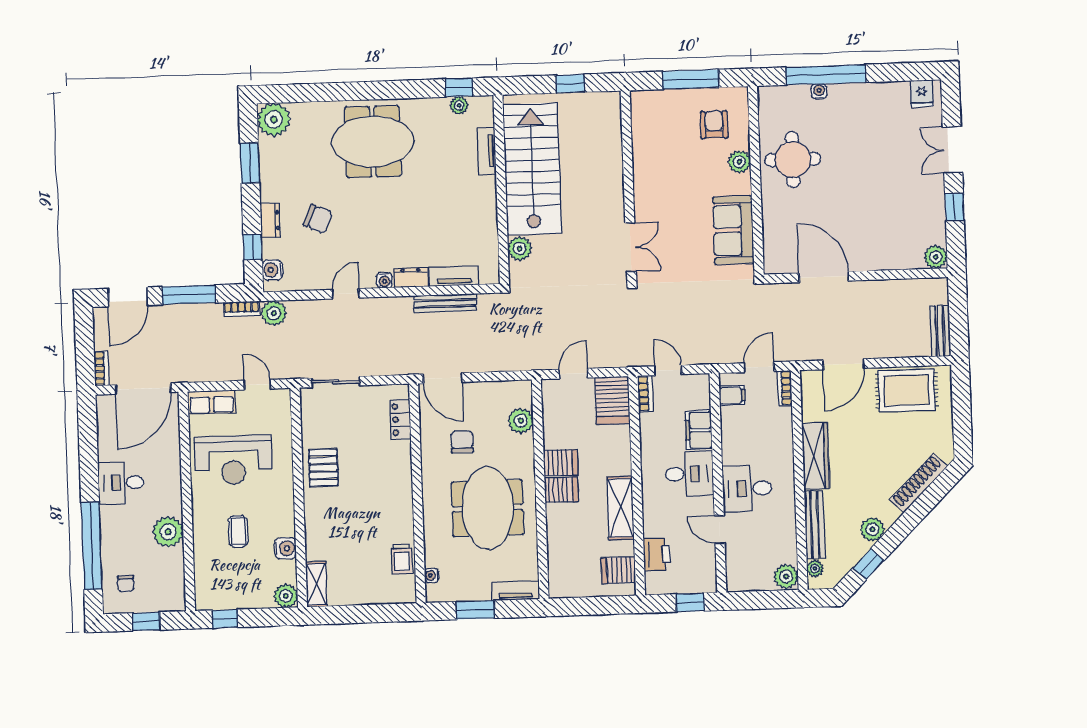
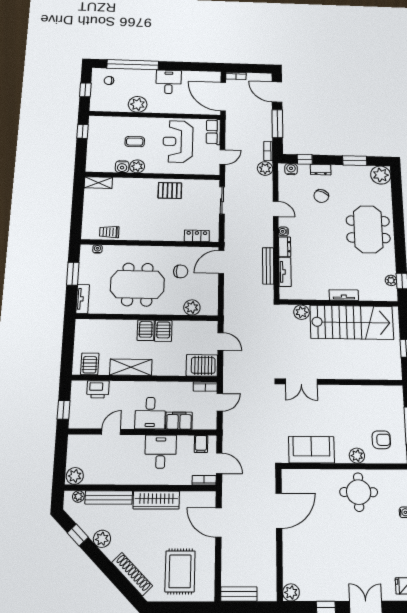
tv unit: (487, 151) -> (344, 295), moved
rug: (907, 390) -> (180, 571), moved
desk: (747, 489) -> (161, 452), moved
plant: (286, 596) -> (137, 166), moved

